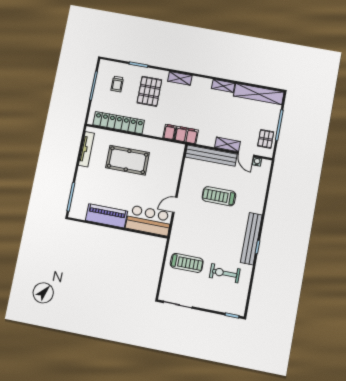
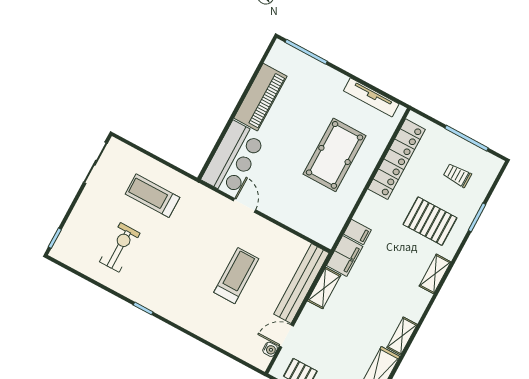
shelving: (227, 144) -> (324, 288), moved
bench: (251, 239) -> (158, 303), removed
treadmill: (187, 263) -> (152, 196), turned 90

